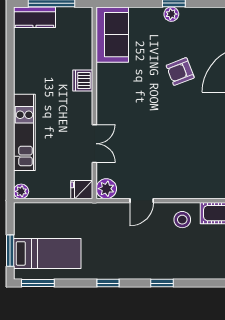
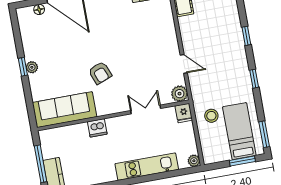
sofa: (112, 35) -> (65, 110), width x1.36
armchair: (180, 72) -> (100, 73), moved
stool: (182, 220) -> (211, 116), moved

